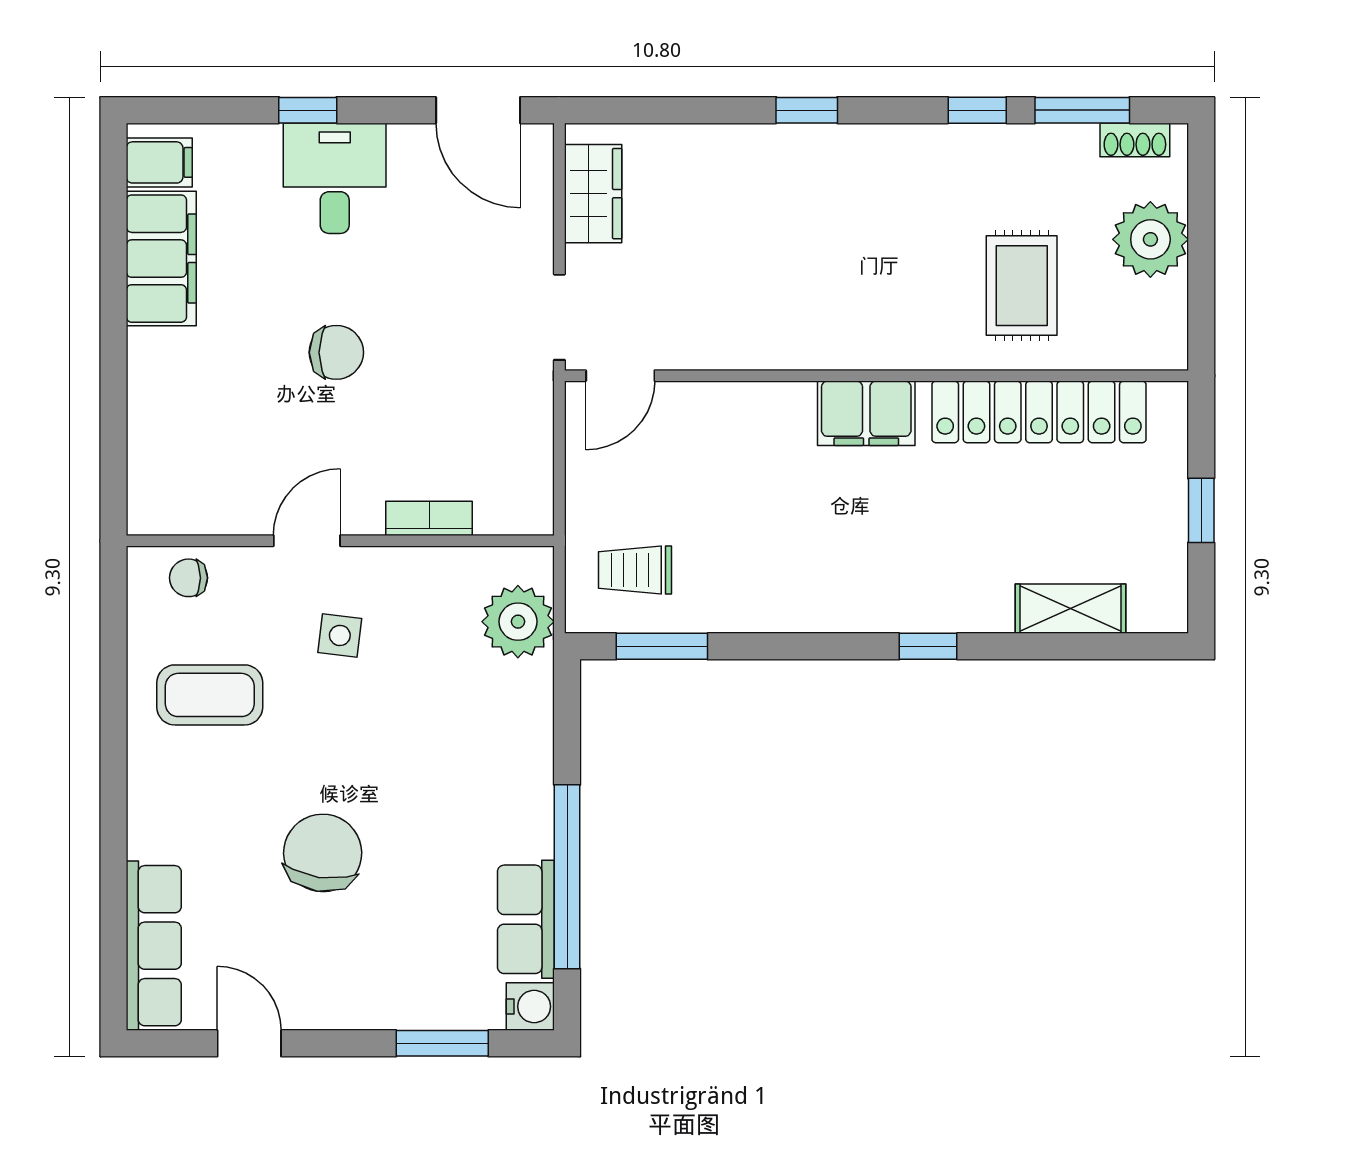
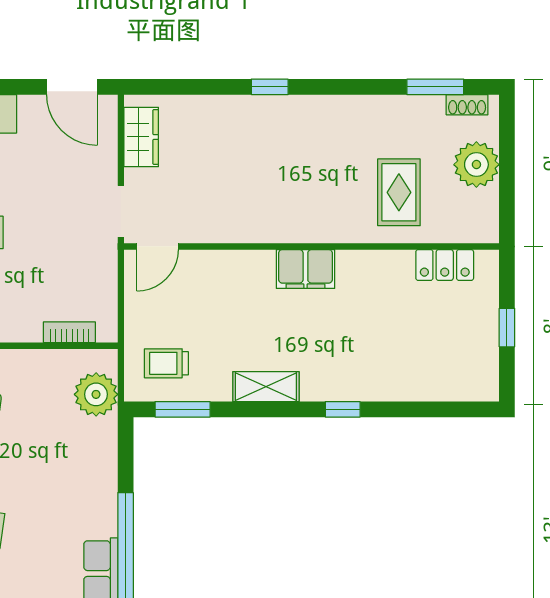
window: (977, 110) -> (372, 87), removed
locker: (1039, 412) -> (445, 265), width x0.46, depth x0.83
bookcase: (429, 518) -> (69, 332), moved
shelving: (1070, 609) -> (266, 387), moved

